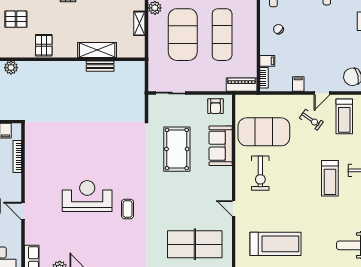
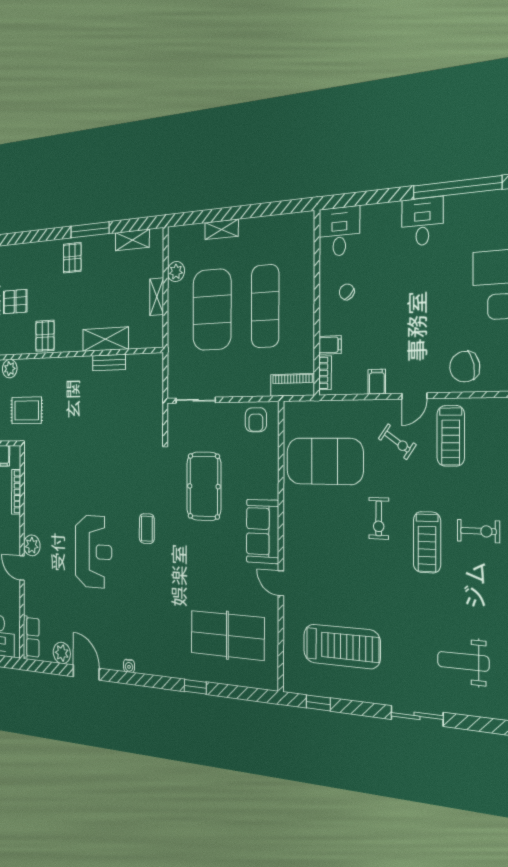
rug: (27, 98) -> (27, 410), added
sofa: (221, 146) -> (263, 531), moved
exercise bike: (260, 173) -> (379, 518), moved, width x0.73, depth x0.72
plant: (32, 194) -> (32, 545), added
reception desk: (87, 196) -> (93, 552), turned 90
coffee table: (127, 209) -> (147, 529), moved

